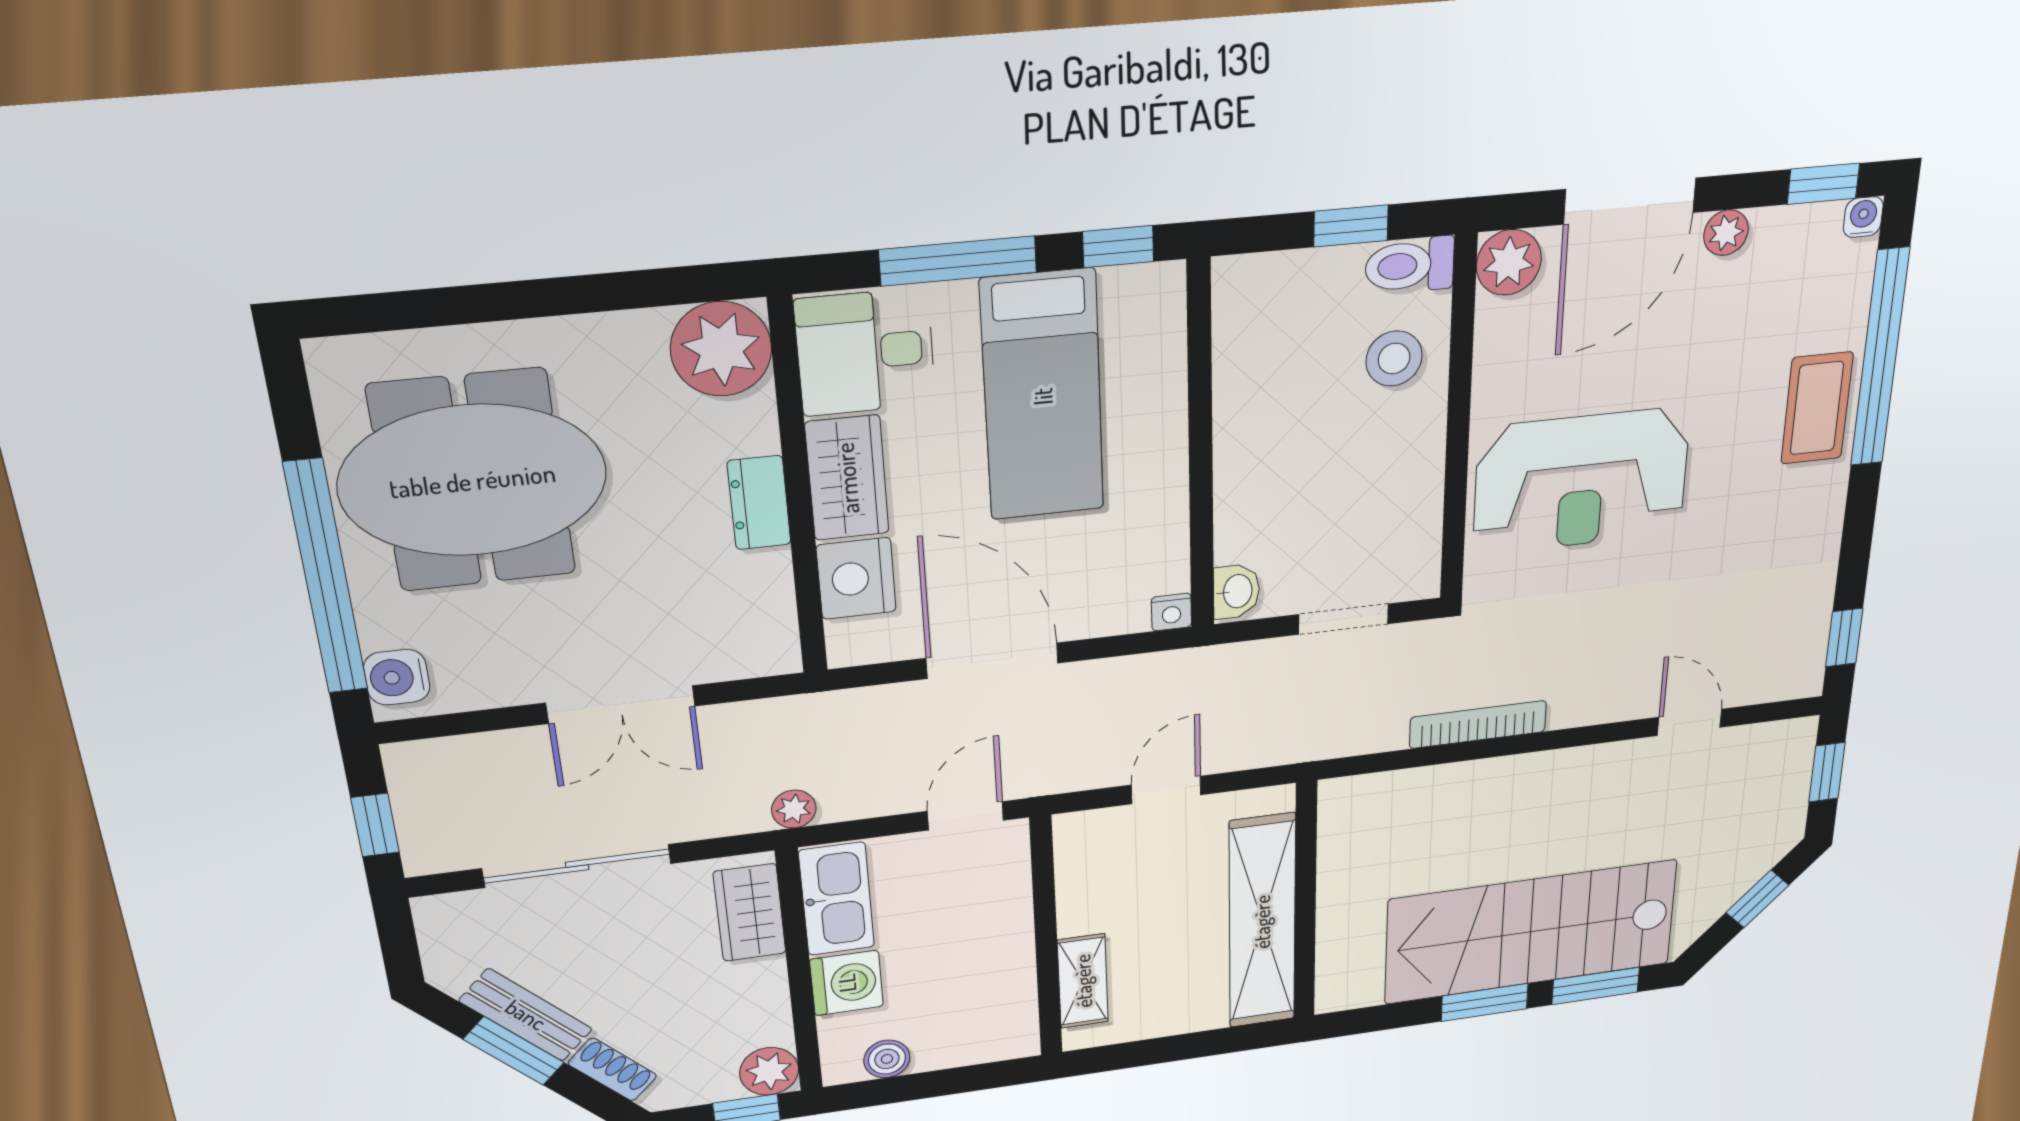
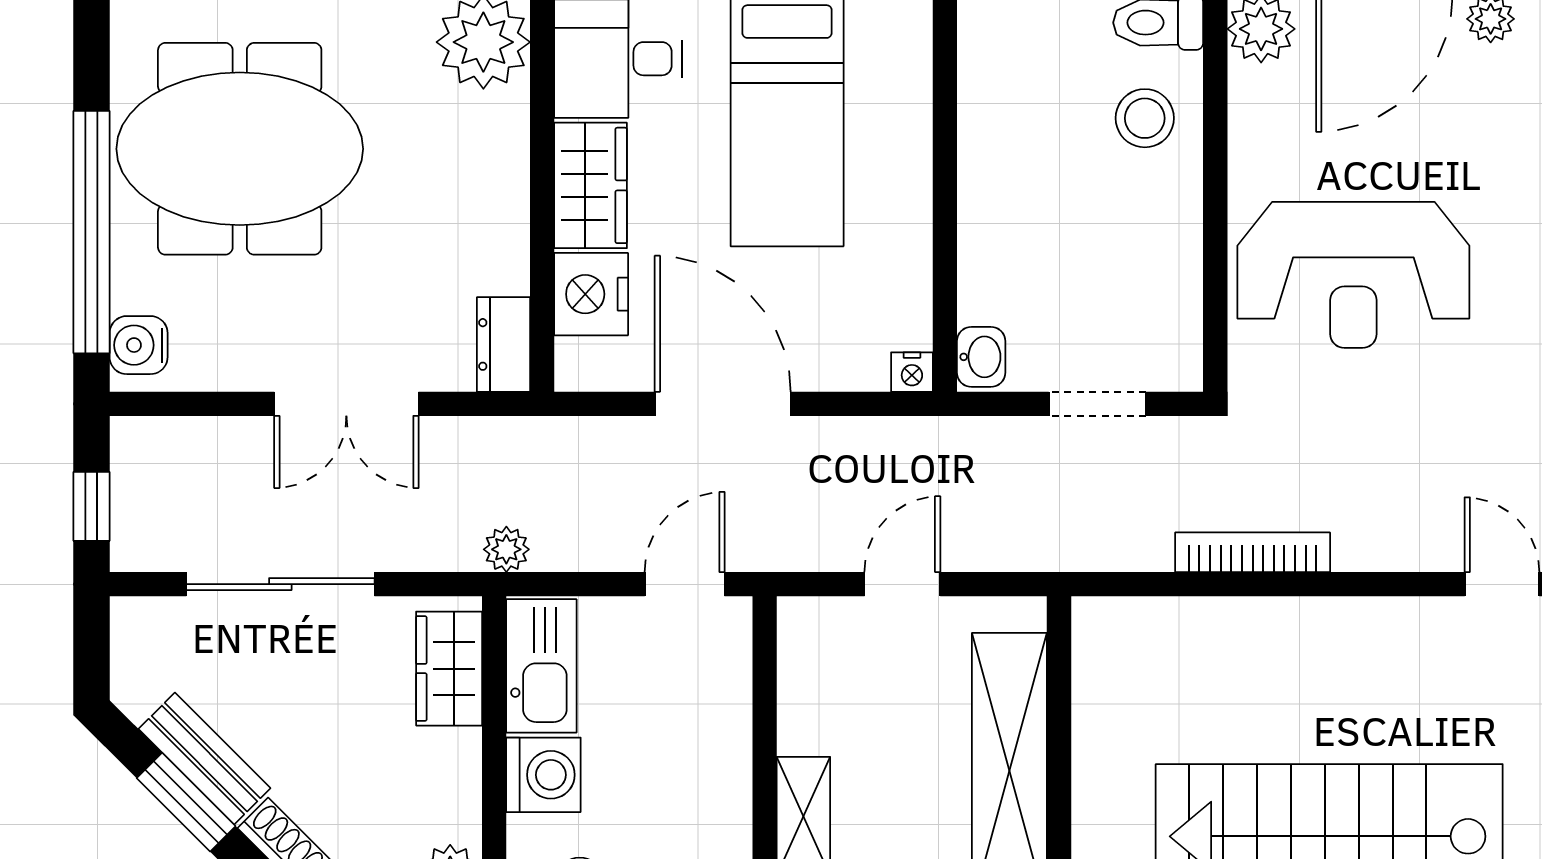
dresser: (759, 503) -> (504, 344), moved

